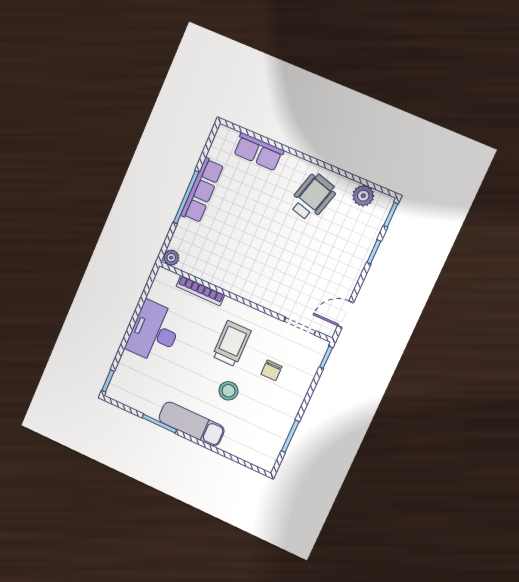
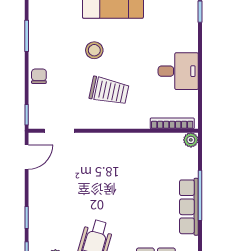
bookcase: (200, 291) -> (172, 123), moved
desk: (154, 332) -> (178, 71), width x0.73
trolley: (232, 344) -> (109, 91), turned -78
chair: (271, 370) -> (39, 76), moved

